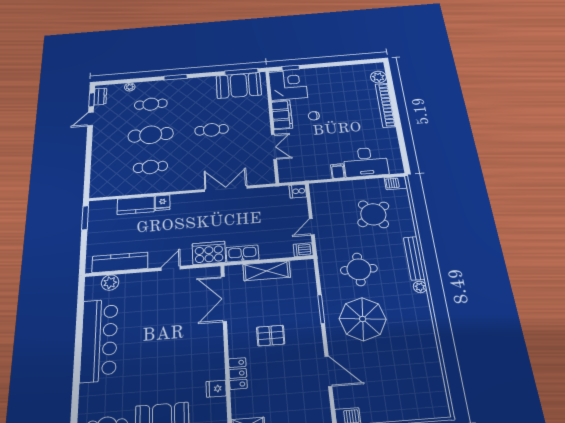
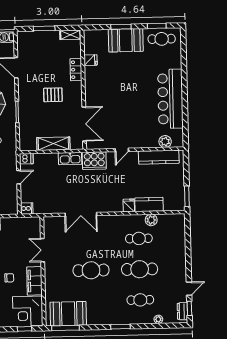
cafe table: (212, 130) -> (91, 270), width x1.37, depth x1.35
plant: (134, 188) -> (151, 220), added

